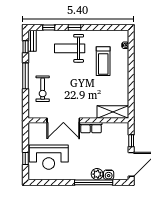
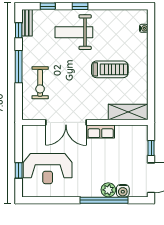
treadmill: (103, 61) -> (110, 69), moved, turned -90

